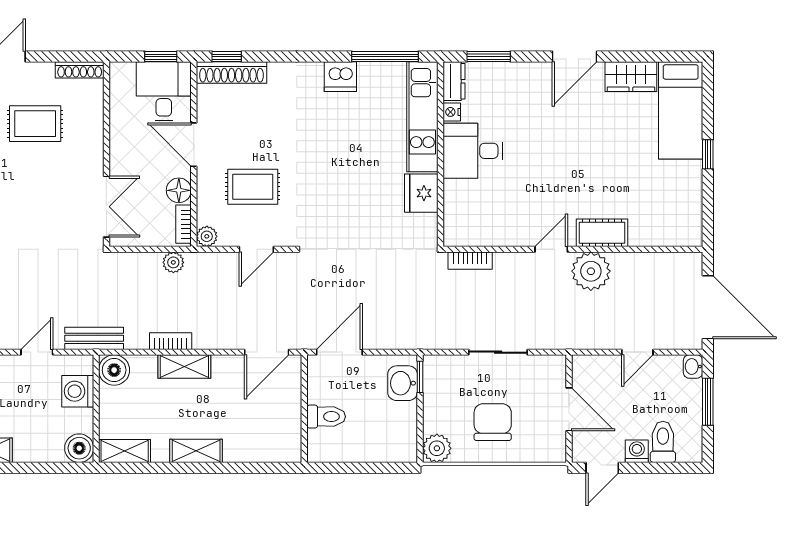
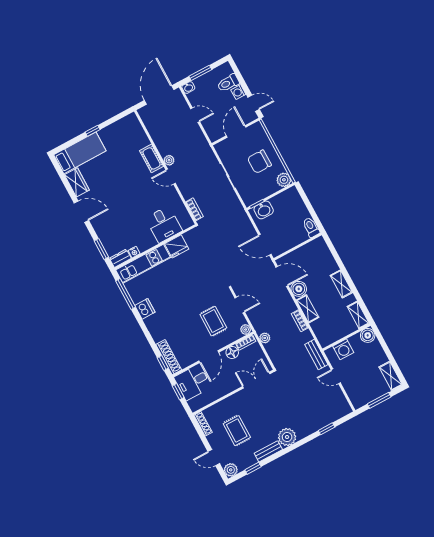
desk: (473, 151) -> (164, 224), moved
plant: (591, 271) -> (169, 160), width x0.53, depth x0.53
boiler: (114, 370) -> (299, 289), moved
toilet: (326, 417) -> (311, 227), moved

